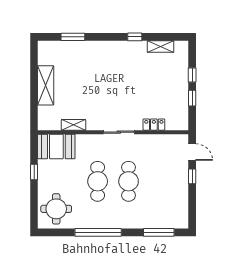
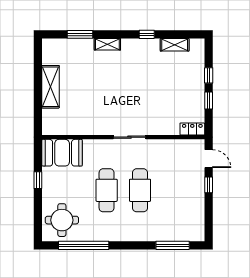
shelving: (73, 125) -> (107, 44), moved
locker: (154, 125) -> (192, 129), moved
window: (98, 232) -> (84, 245), moved

